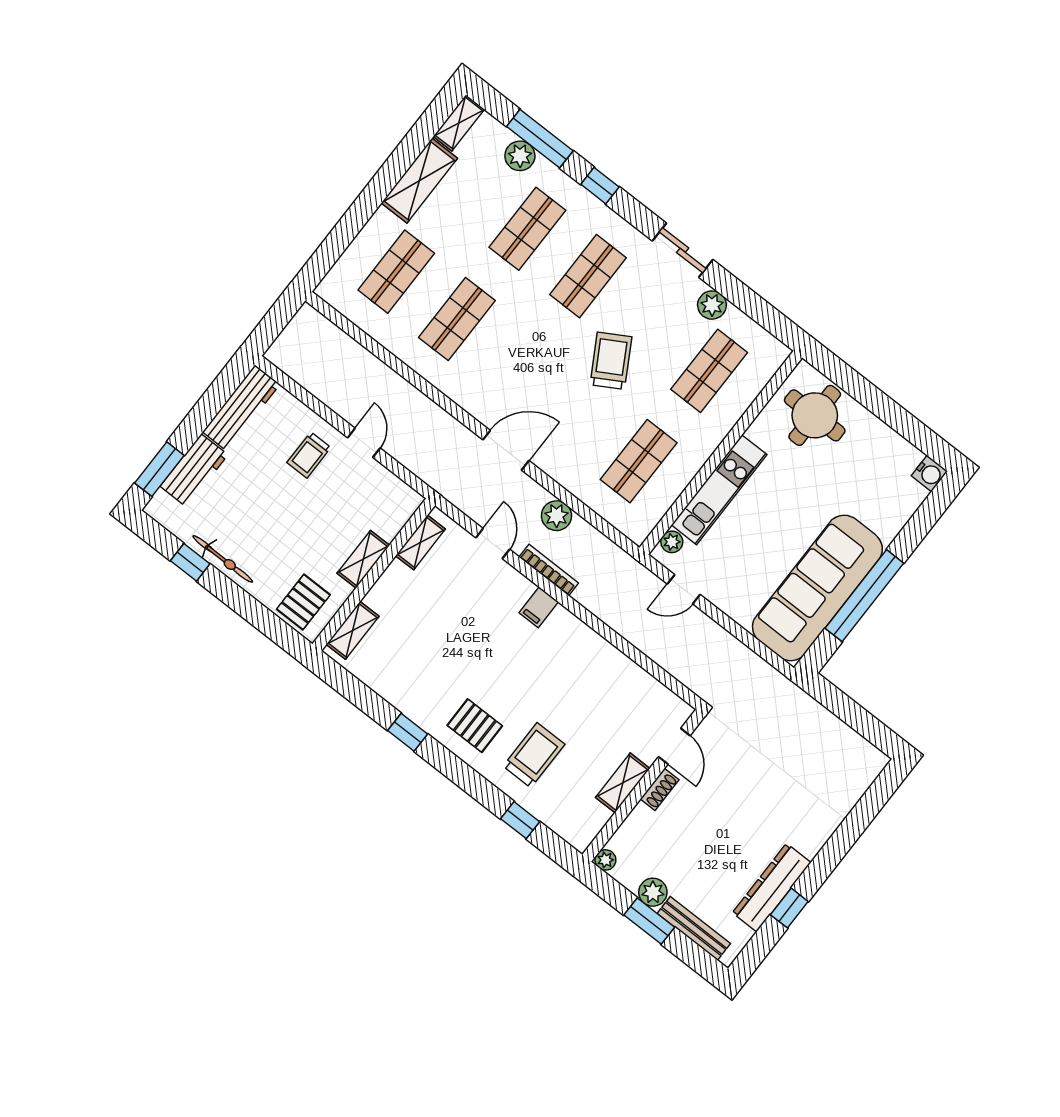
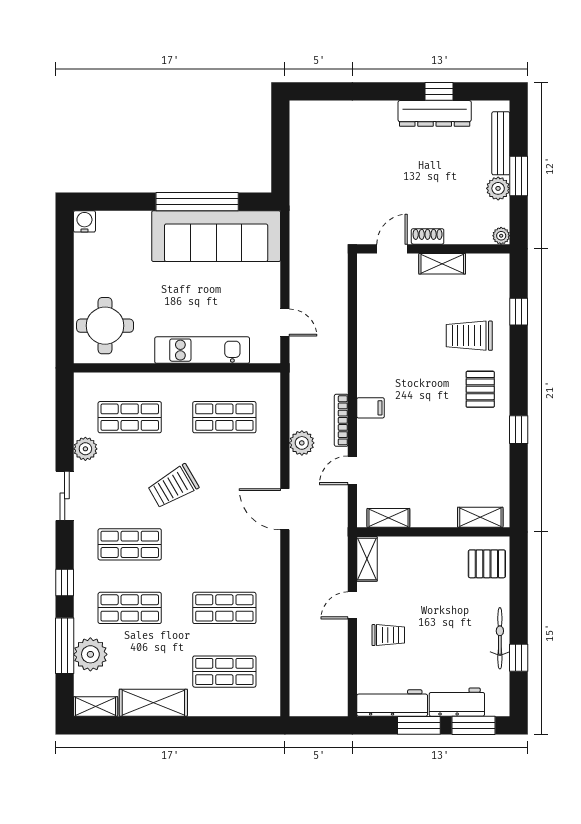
plant: (520, 156) -> (90, 654), width x1.36, depth x1.36
window: (200, 417) -> (419, 725), added
plant: (672, 542) -> (260, 354), removed
shelving: (363, 559) -> (367, 559), moved, turned 90

